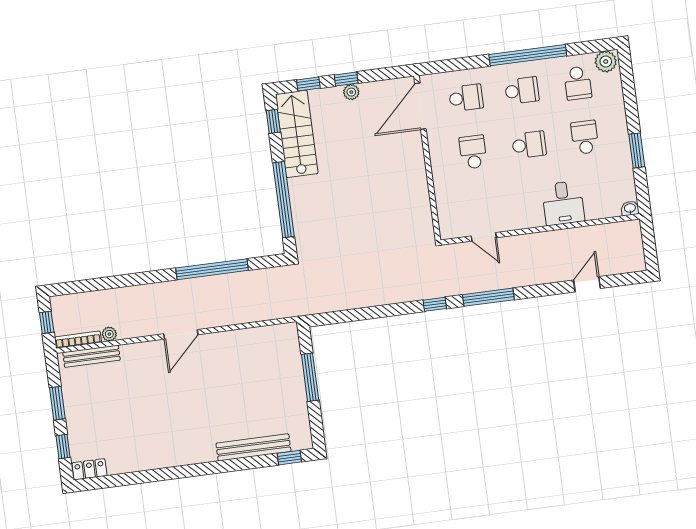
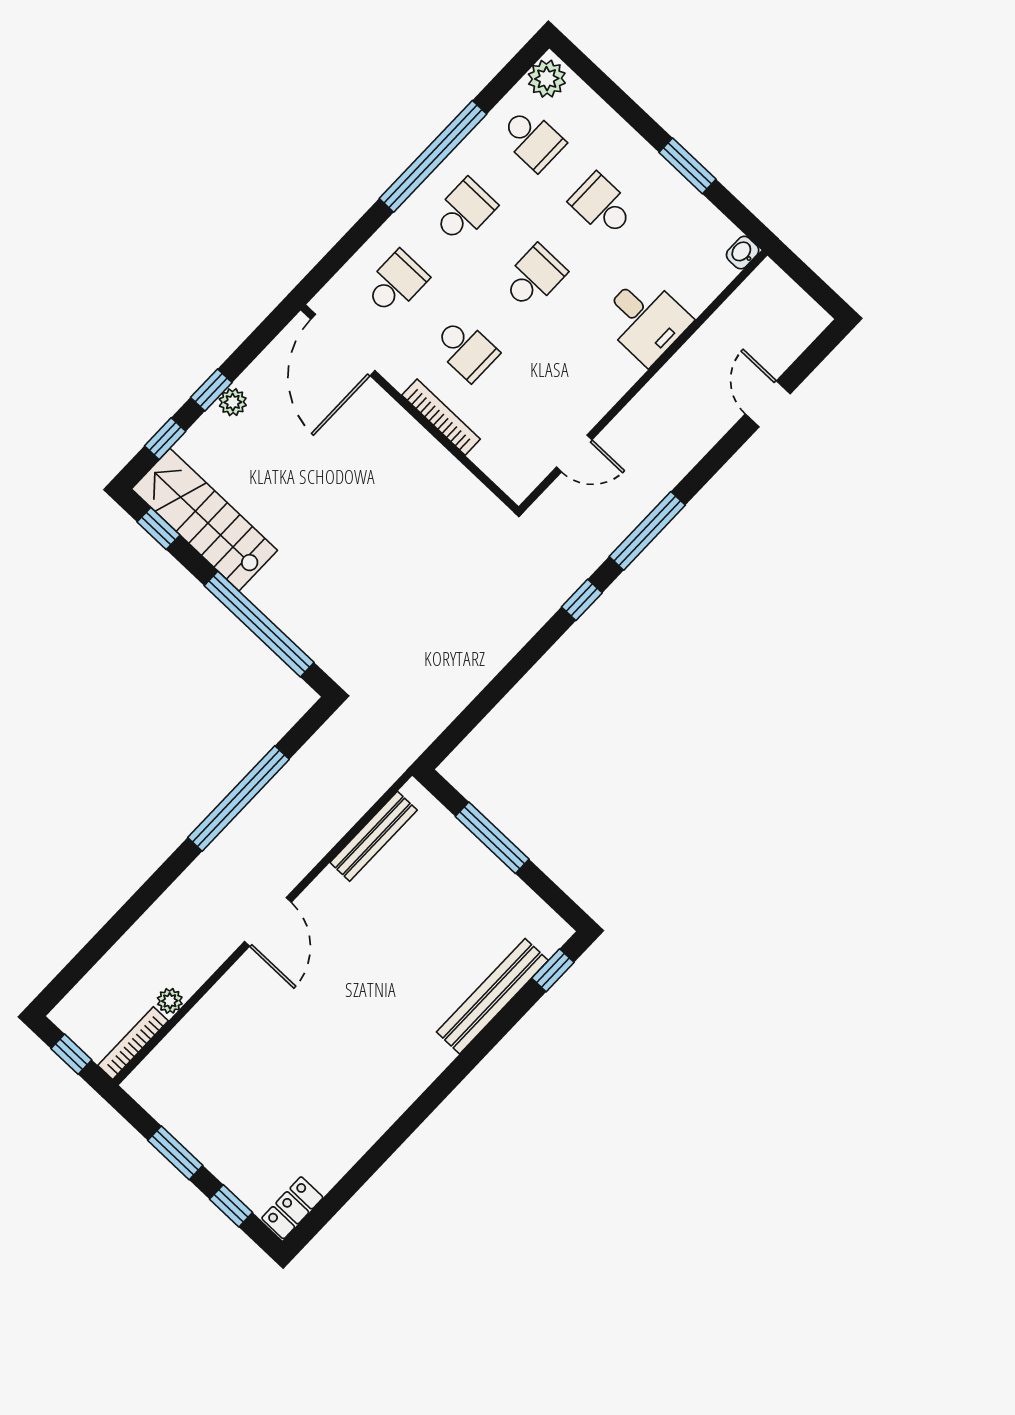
school desk: (473, 152) -> (466, 349), turned 180
bookcase: (438, 173) -> (441, 417), added
bench: (91, 356) -> (374, 836), moved

